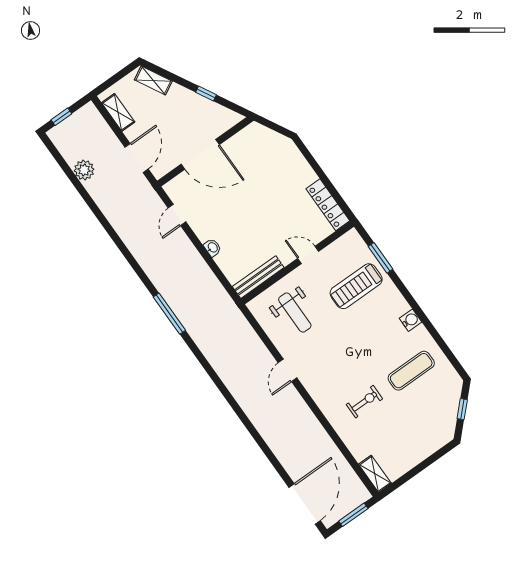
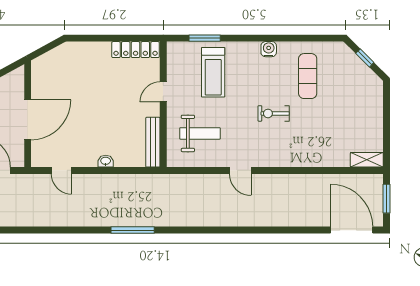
exercise bike: (364, 402) -> (274, 113), moved, turned -90

